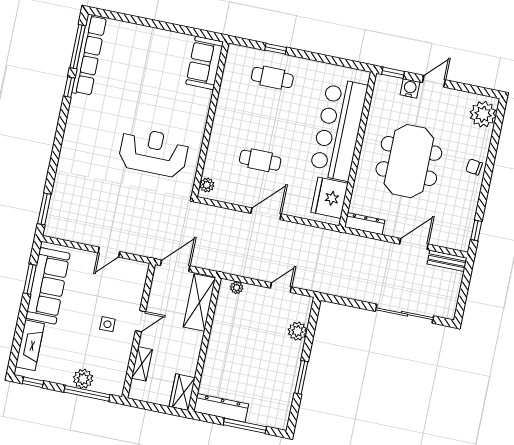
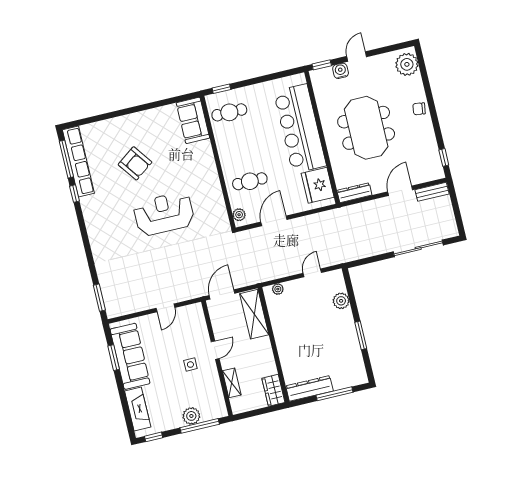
sofa: (205, 63) -> (193, 120), moved
armchair: (148, 85) -> (135, 163), added
wall: (210, 119) -> (218, 162), moved
plant: (207, 185) -> (239, 215), moved

